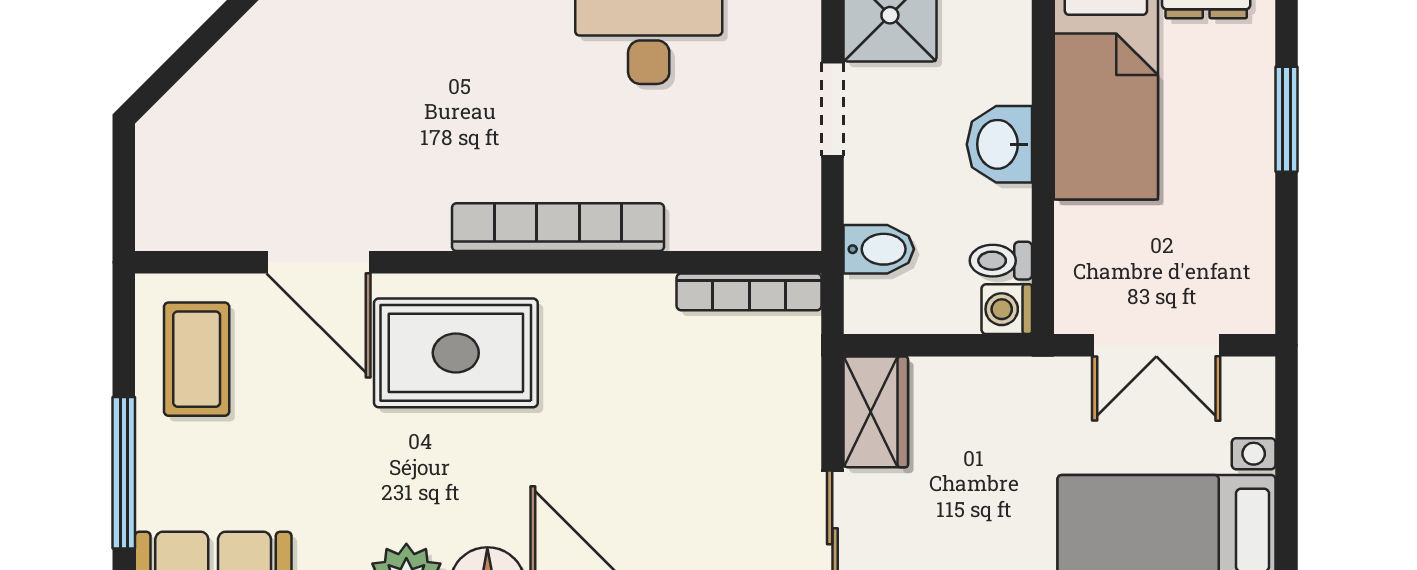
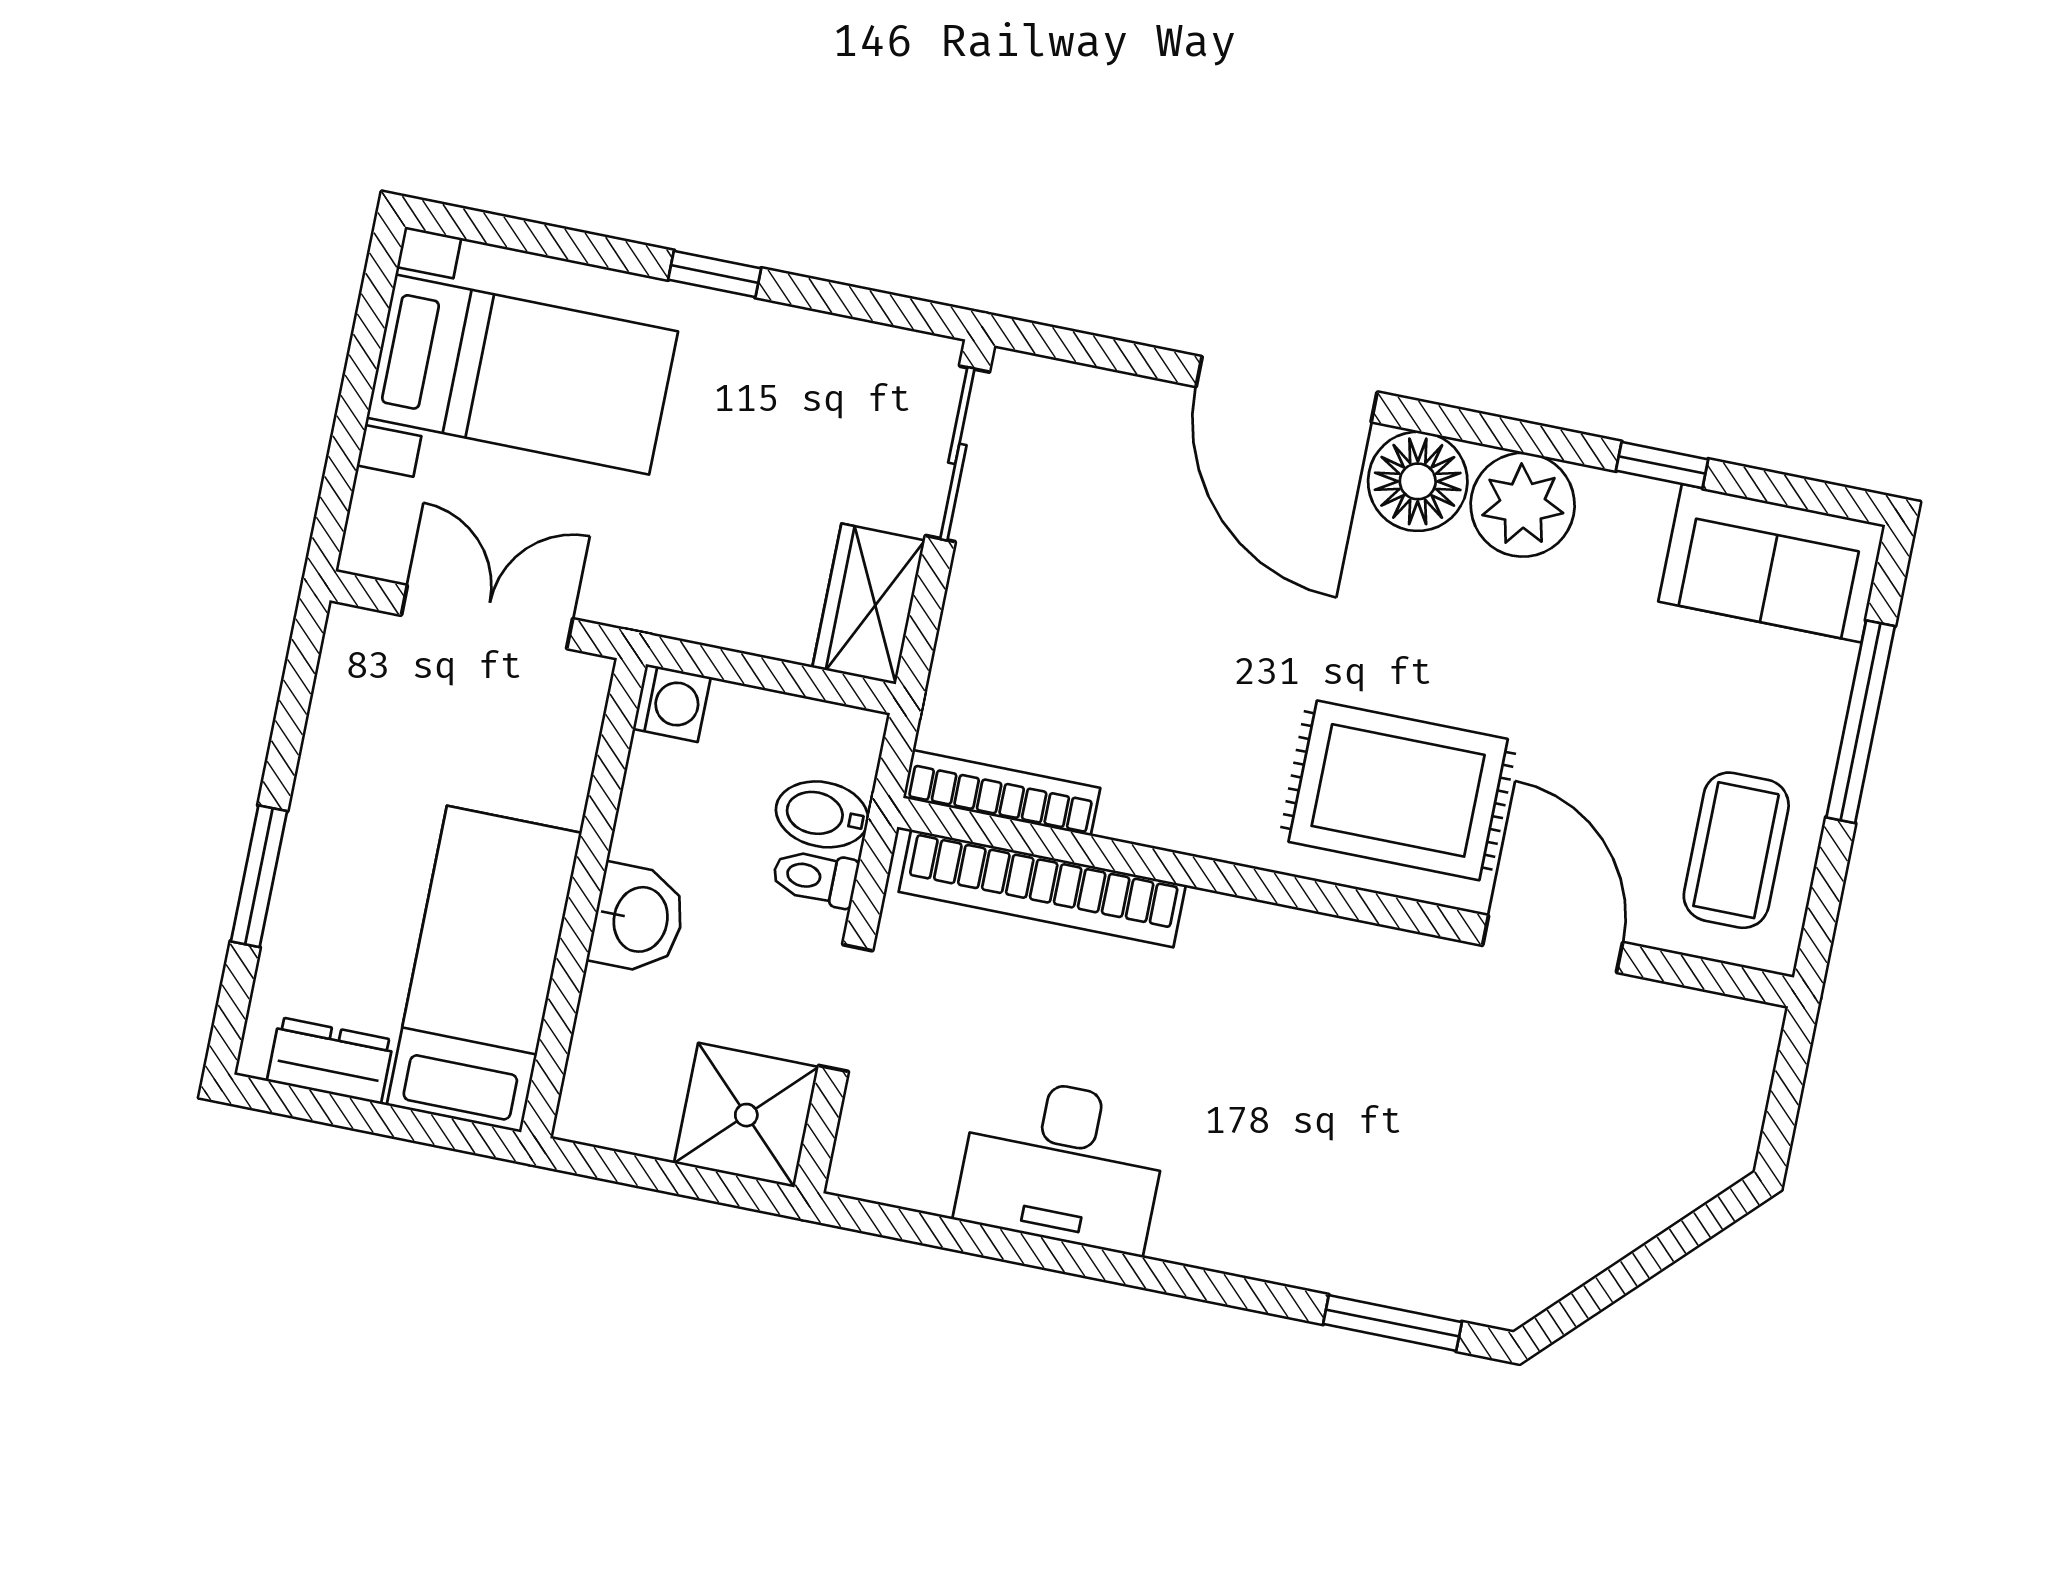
bookcase: (558, 227) -> (1042, 888), moved
toilet: (1001, 261) -> (815, 878), moved, turned 180

